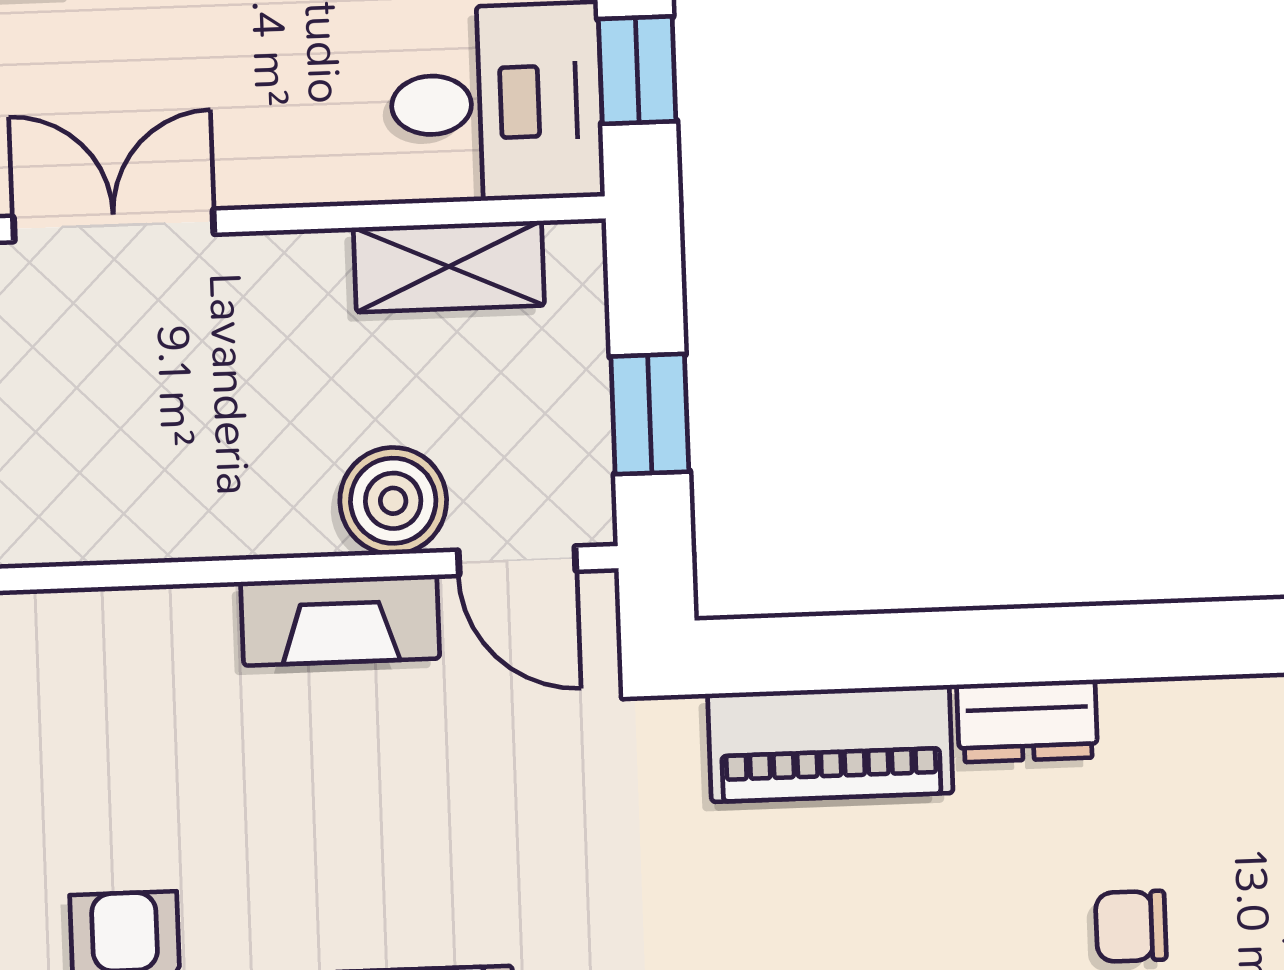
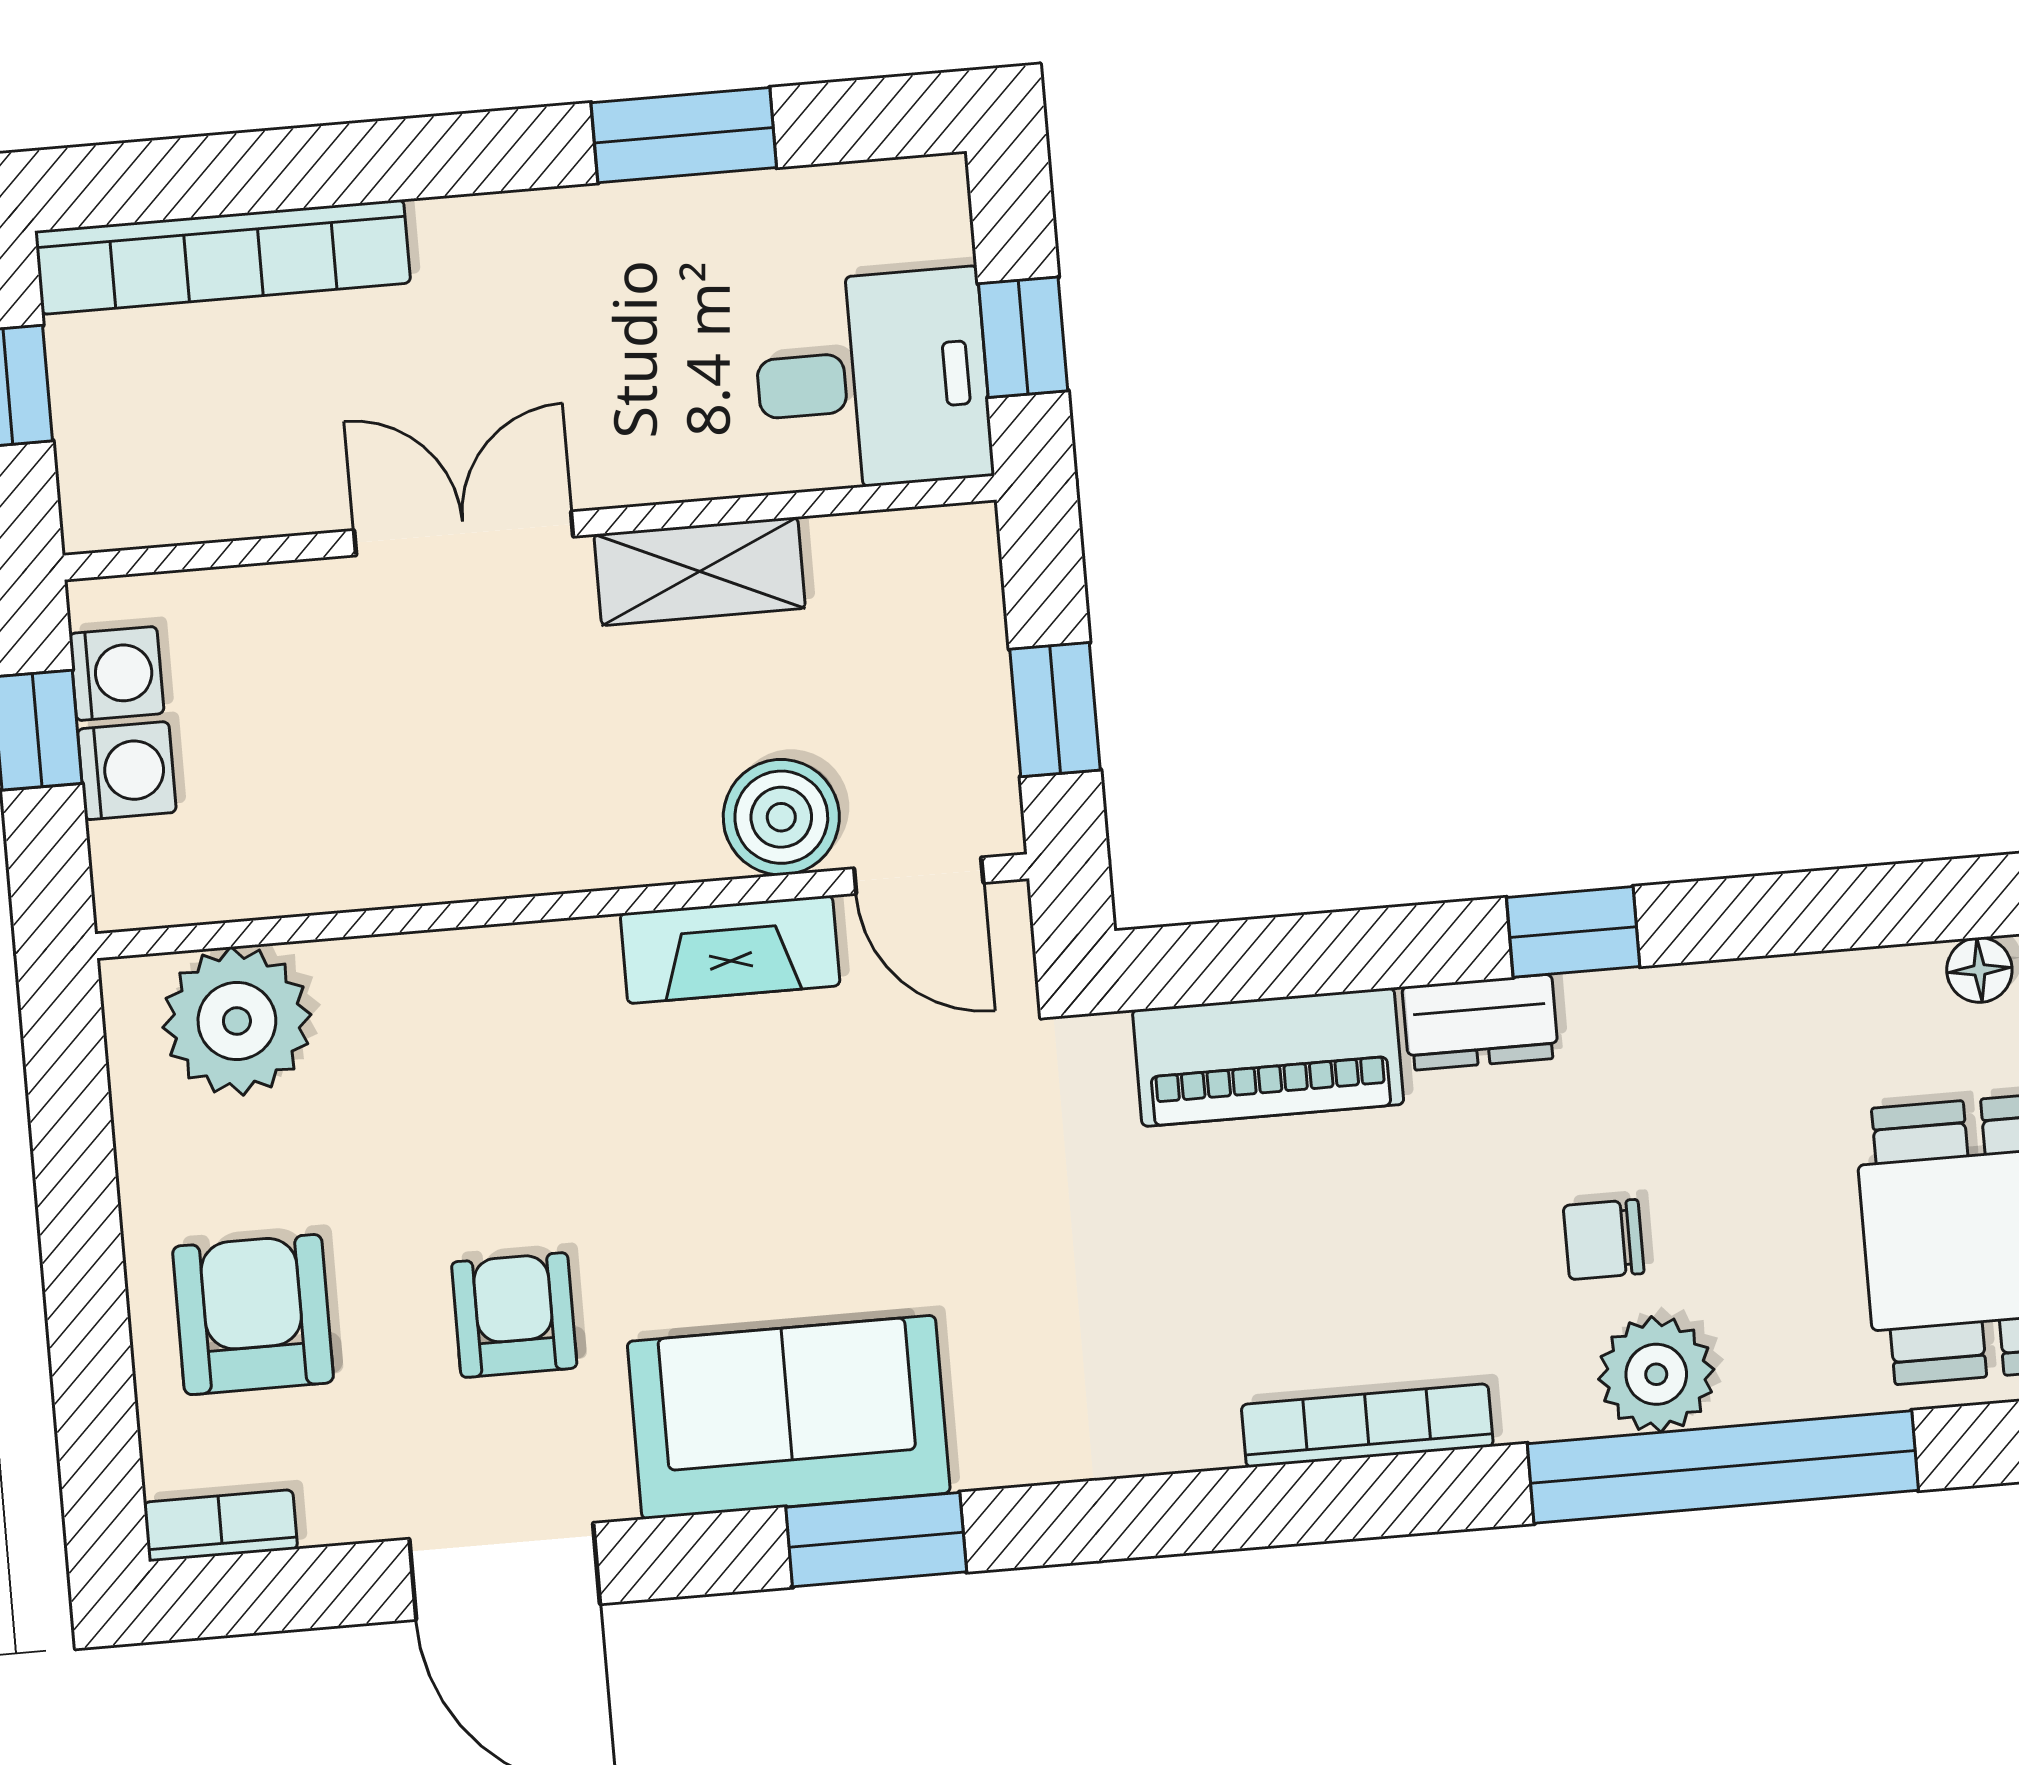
shelving: (449, 267) -> (700, 571), moved
window: (1117, 642) -> (1573, 932), added

